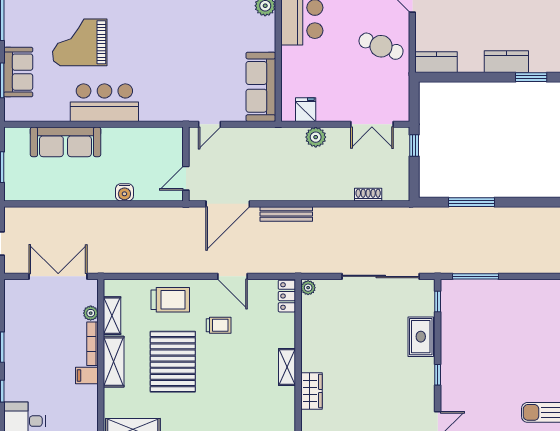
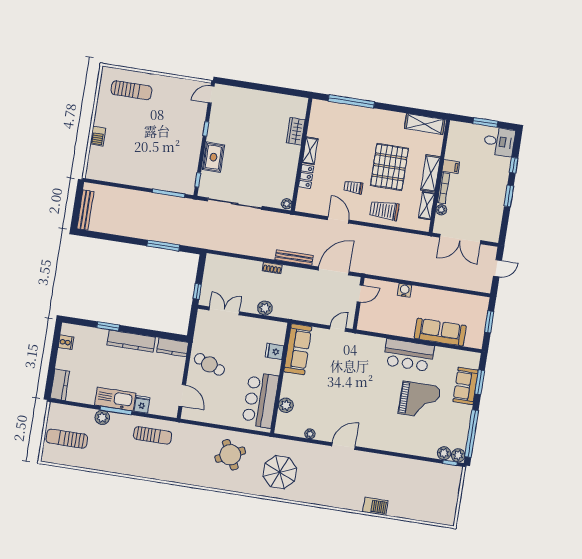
kitchen counter: (506, 62) -> (131, 341), width x1.50
fridge: (306, 110) -> (274, 351), moved, turned 90
shoe rack: (368, 195) -> (272, 268), moved
locker: (287, 296) -> (306, 177), moved

